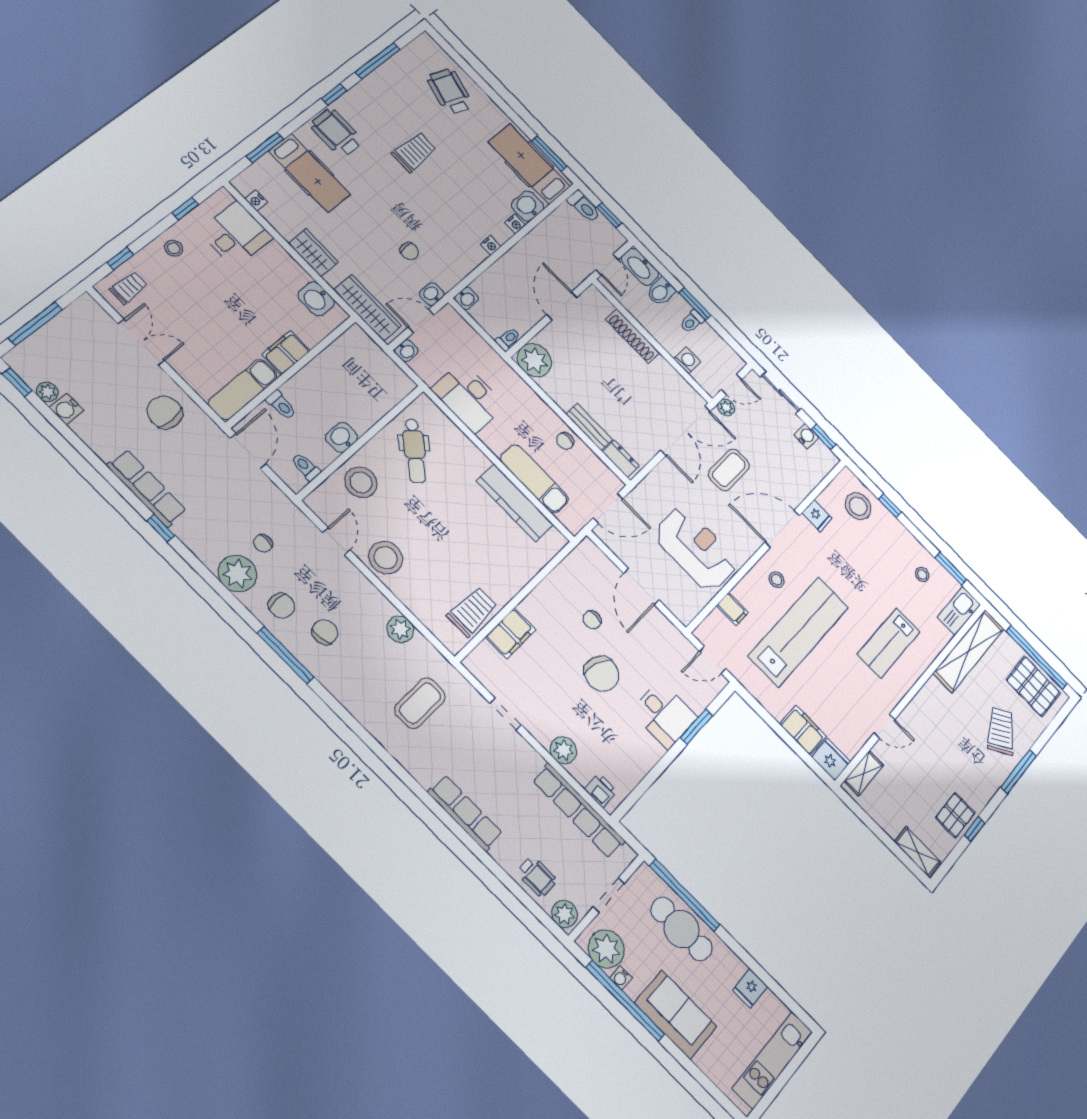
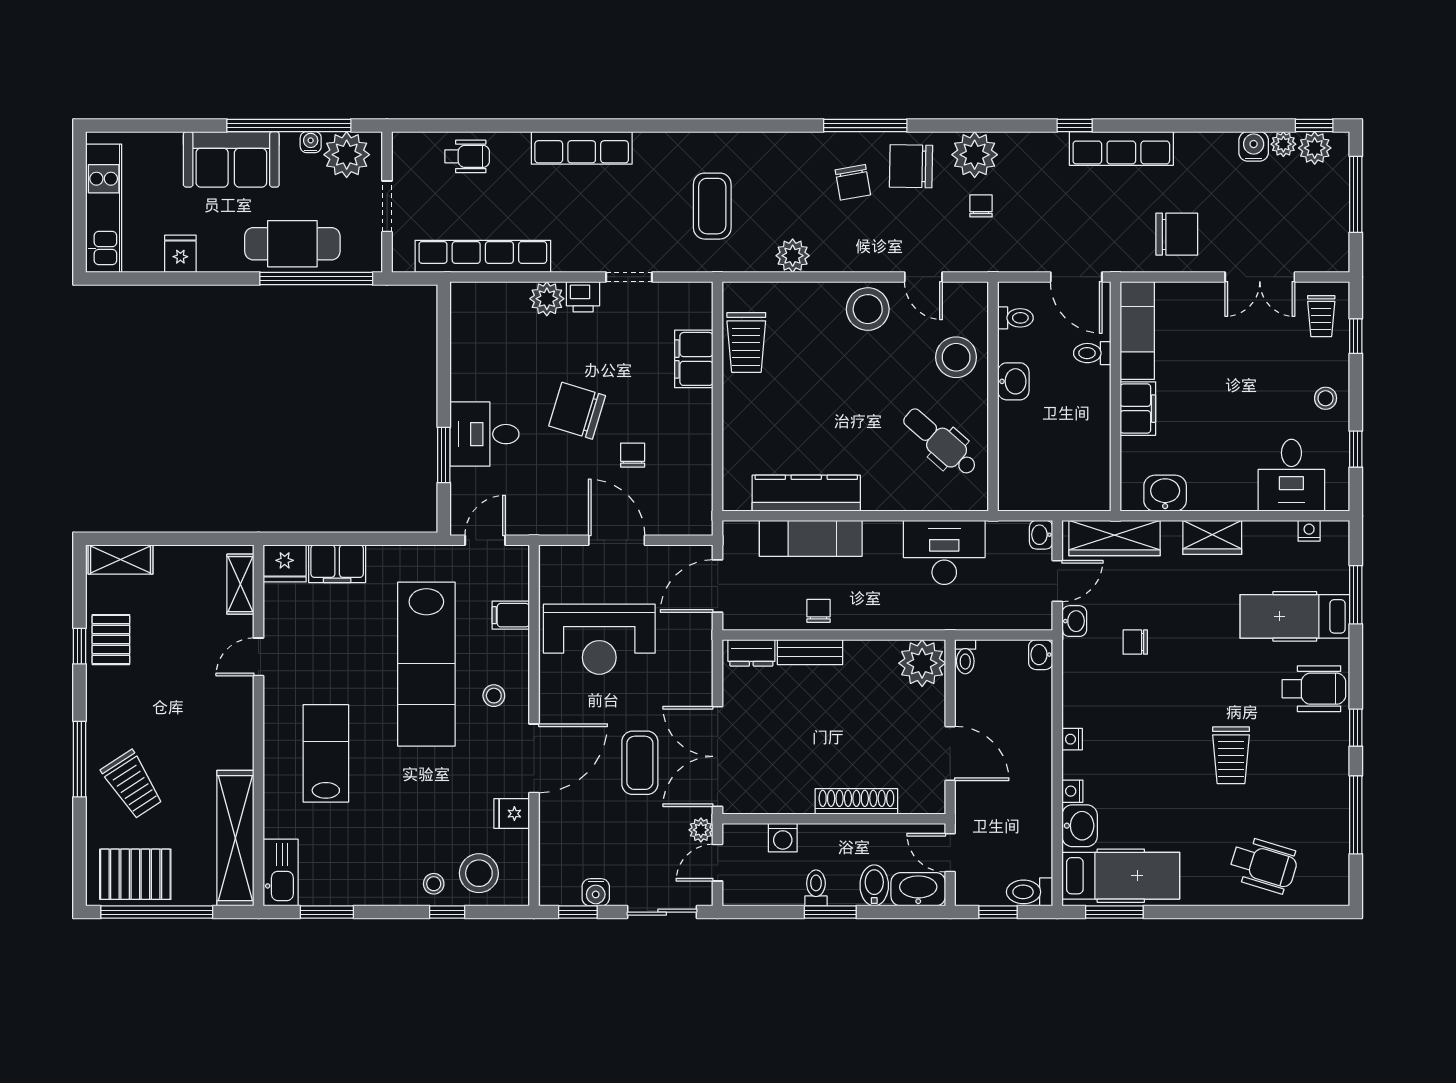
stool: (922, 574) -> (434, 884), moved
chair: (281, 606) -> (911, 166), width x1.37, depth x1.37
printer: (601, 790) -> (583, 297), moved
wheelchair: (537, 876) -> (467, 156), turned 180
plant: (565, 914) -> (1315, 148), moved

